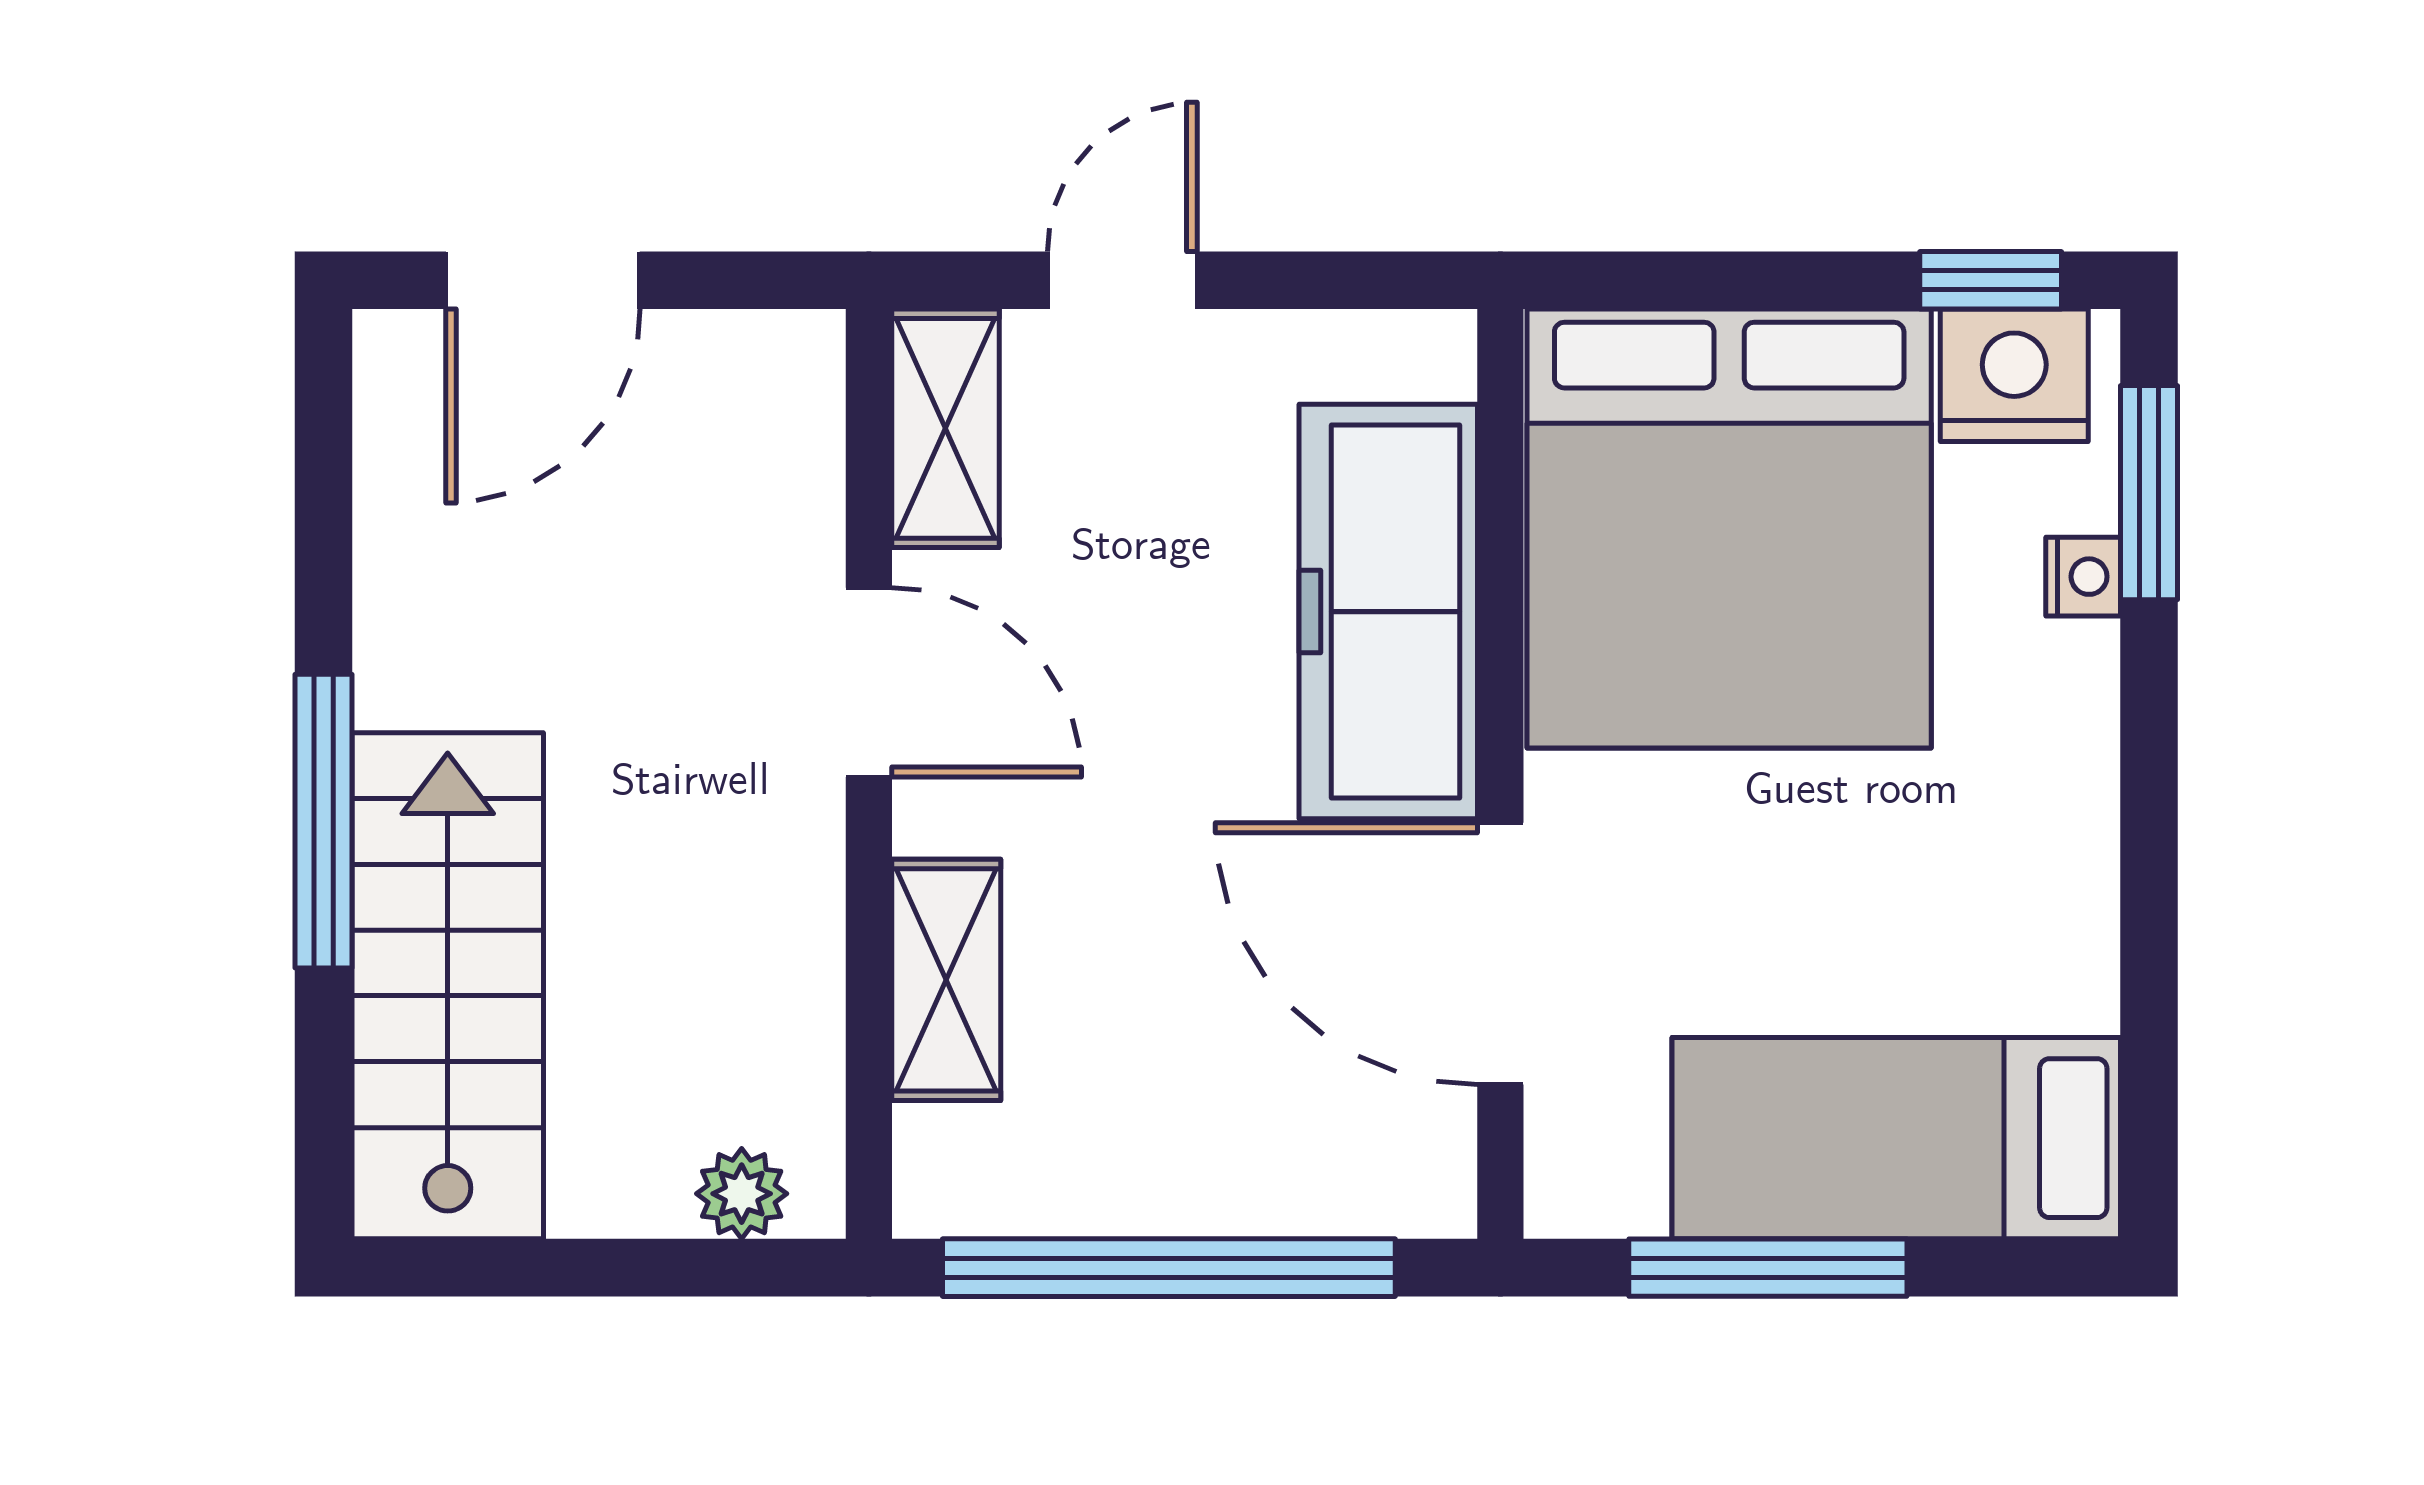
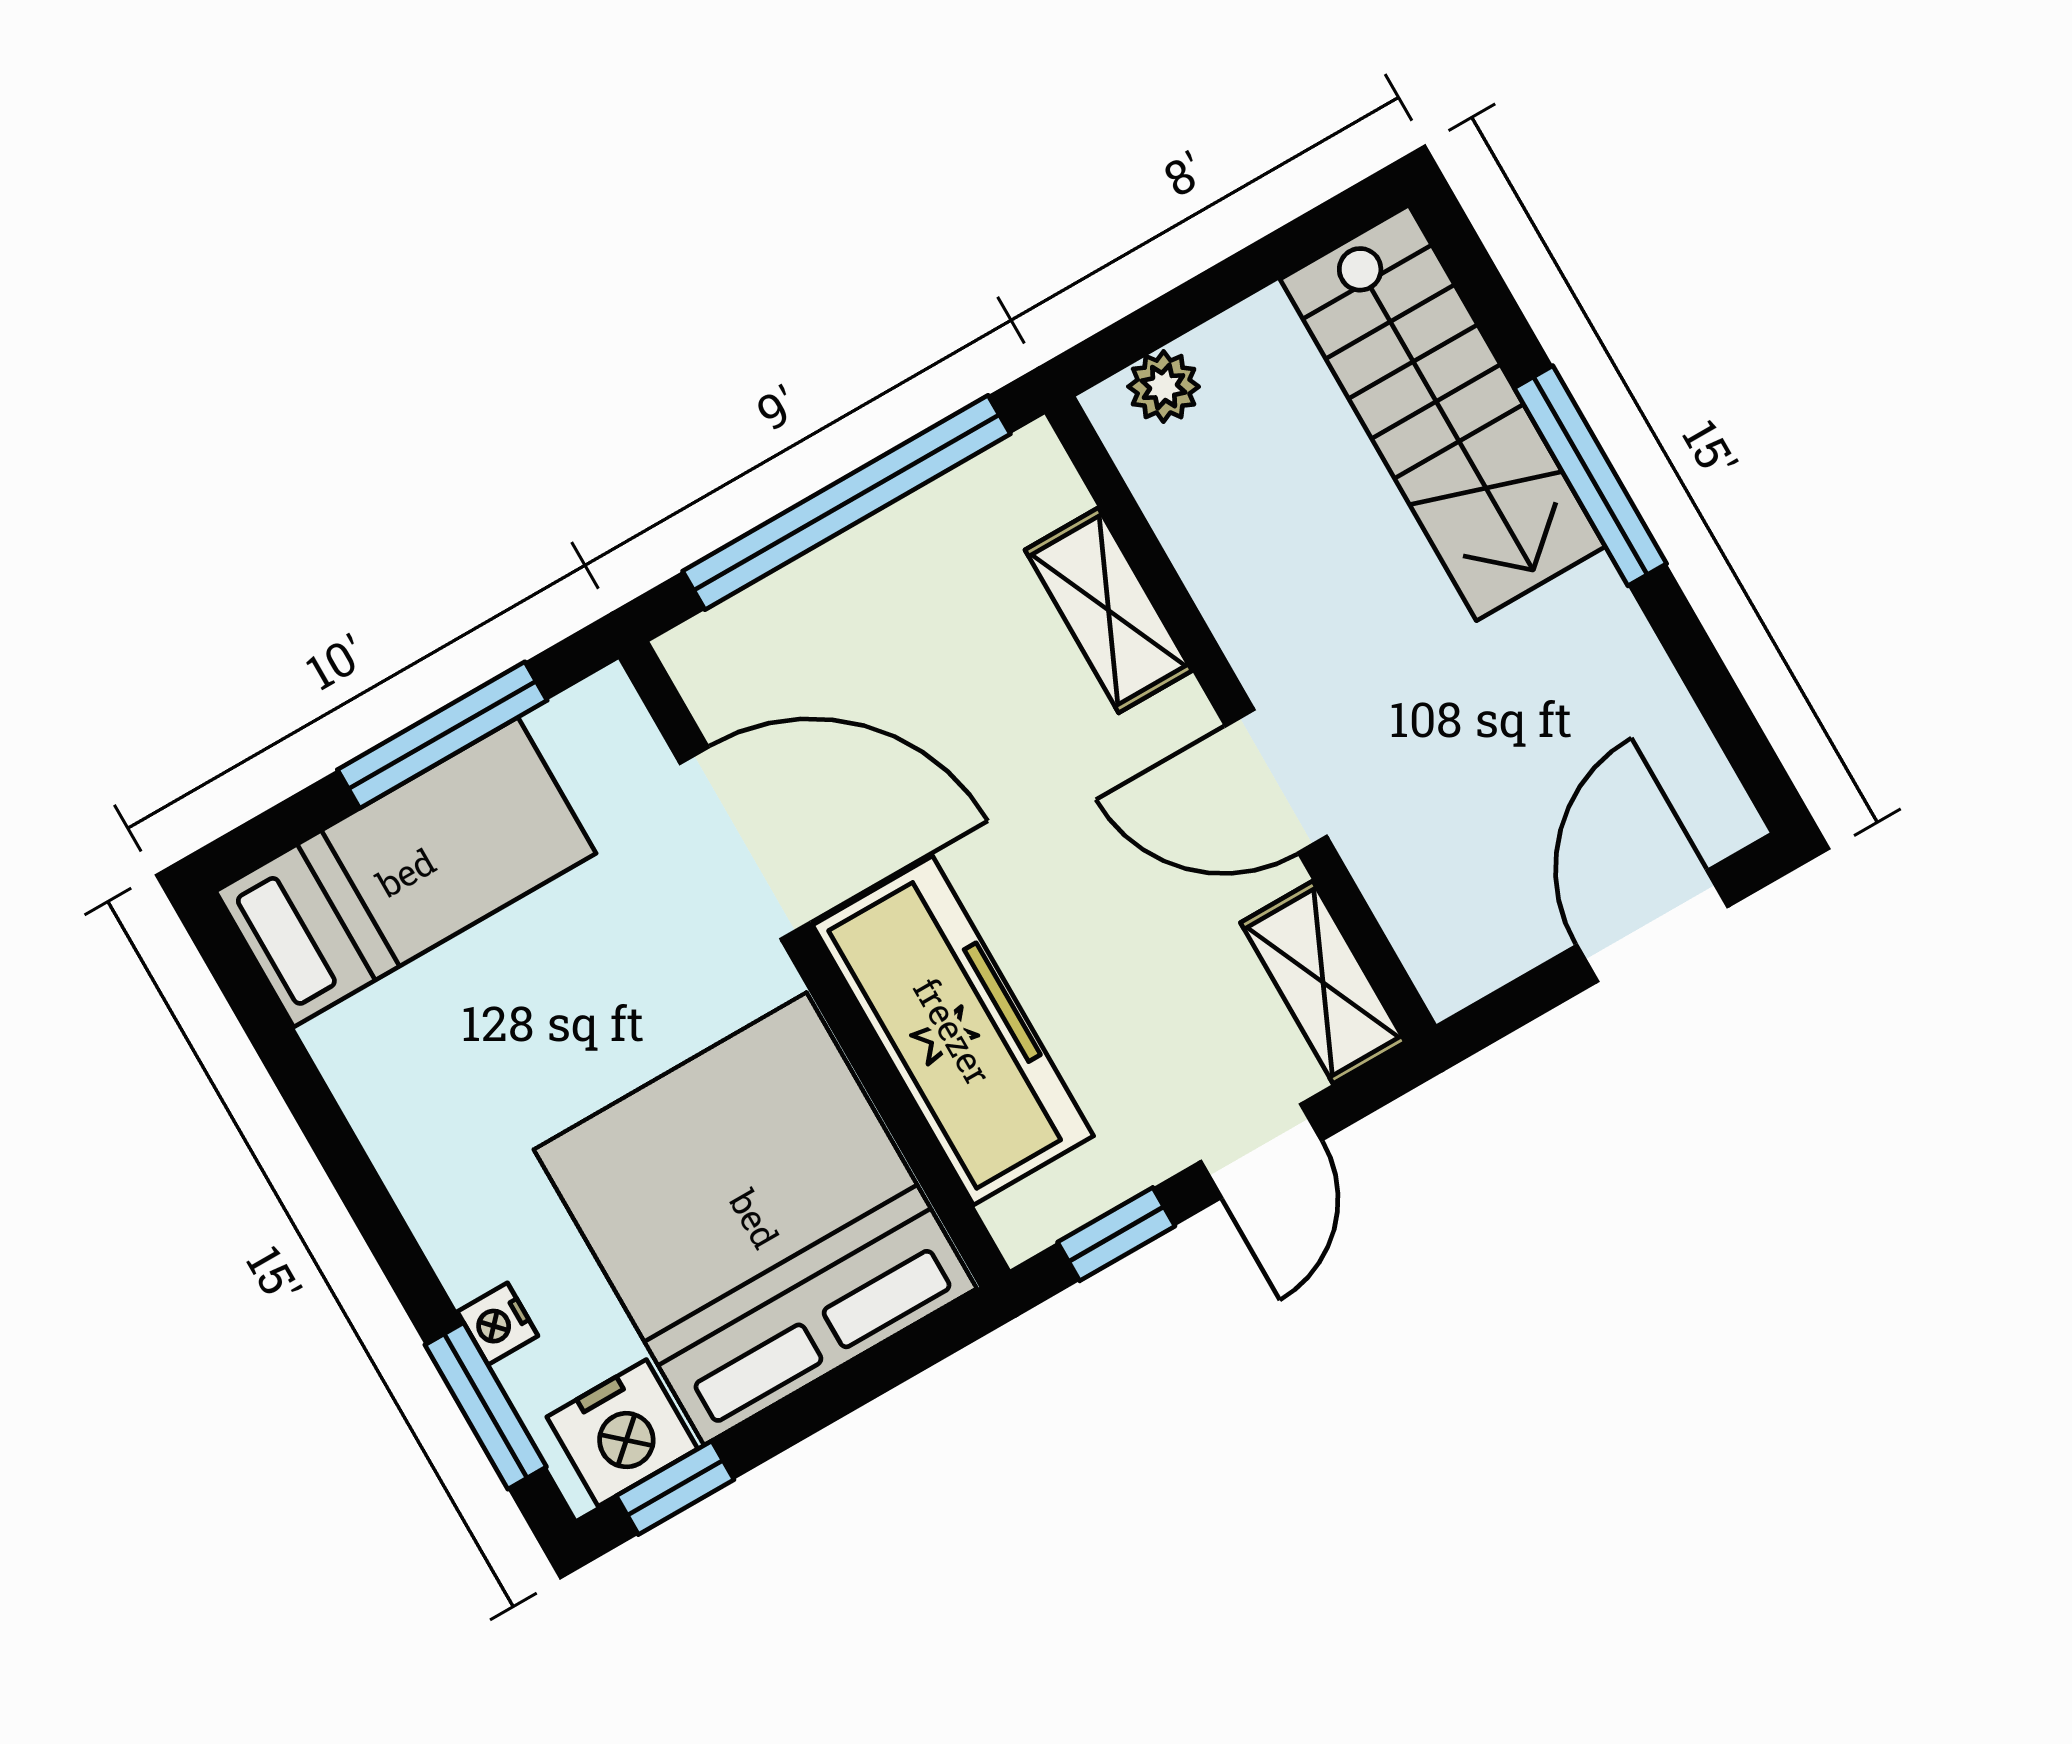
window: (1337, 280) -> (1116, 1234), added

